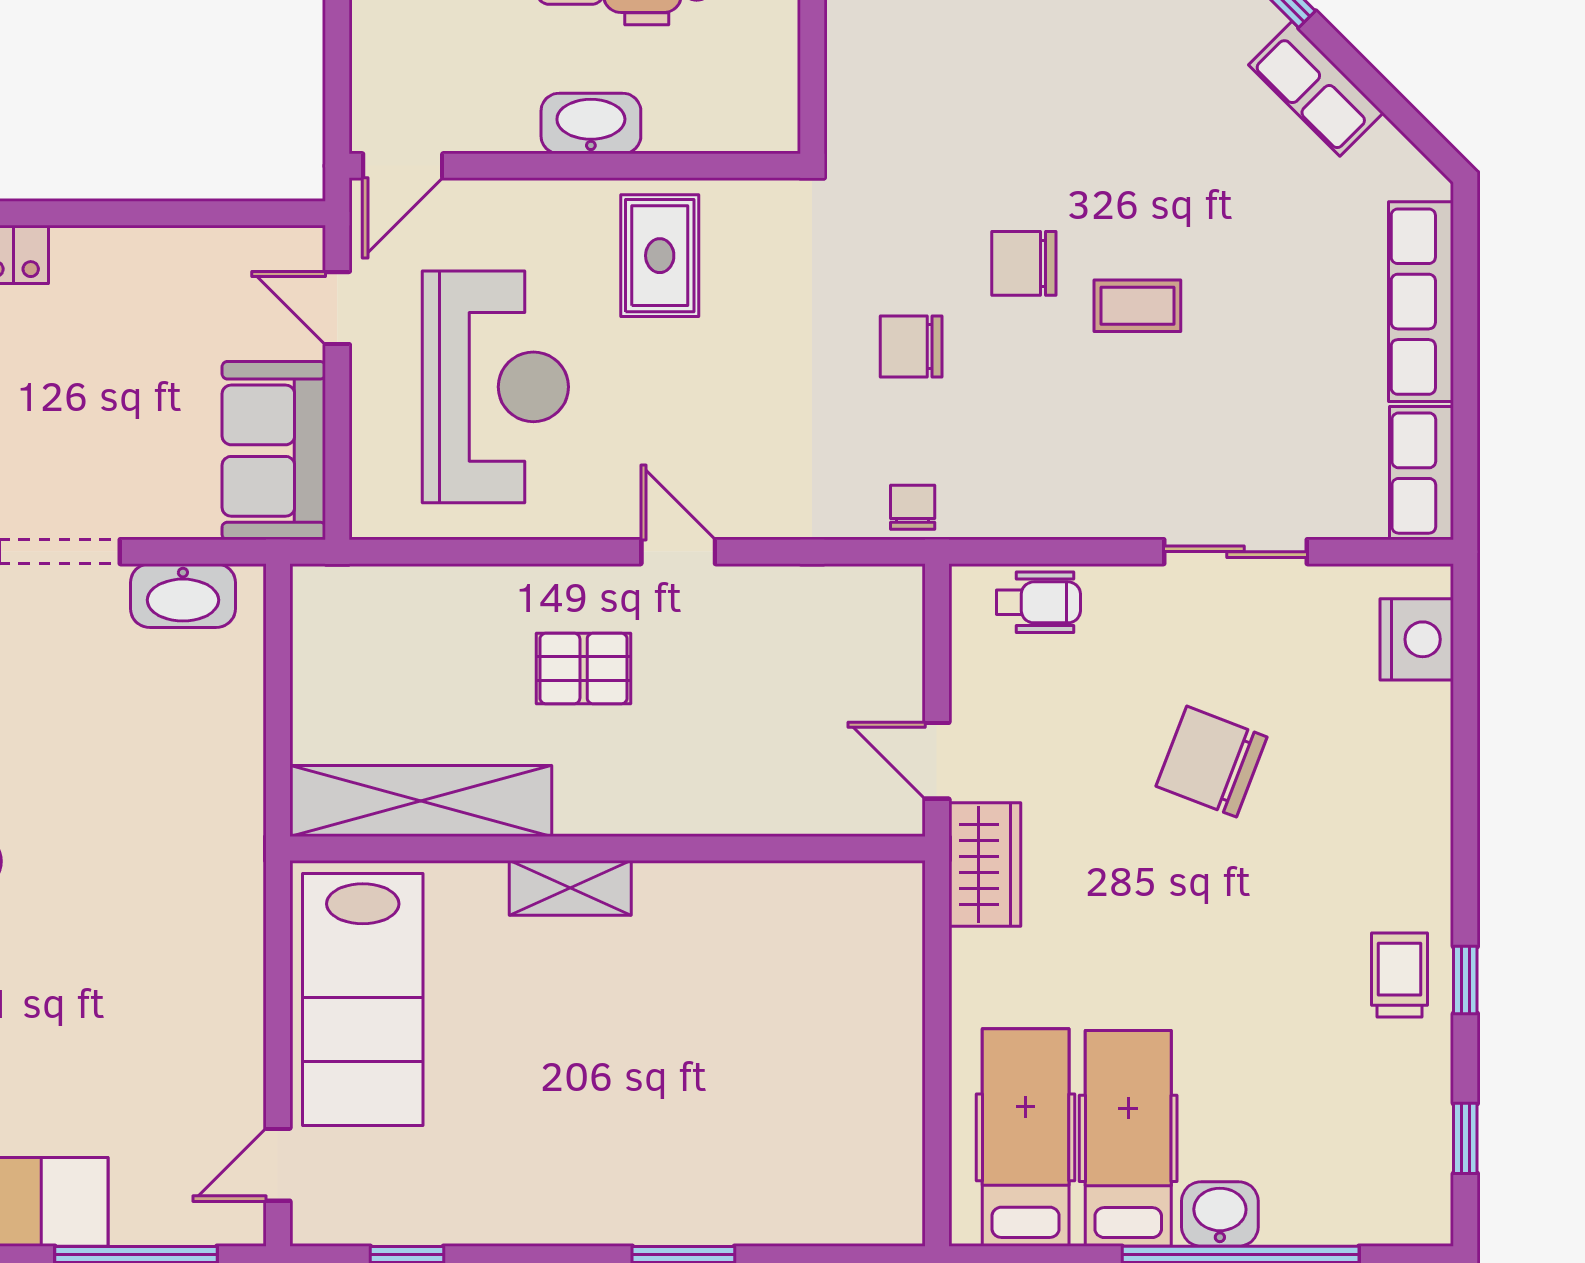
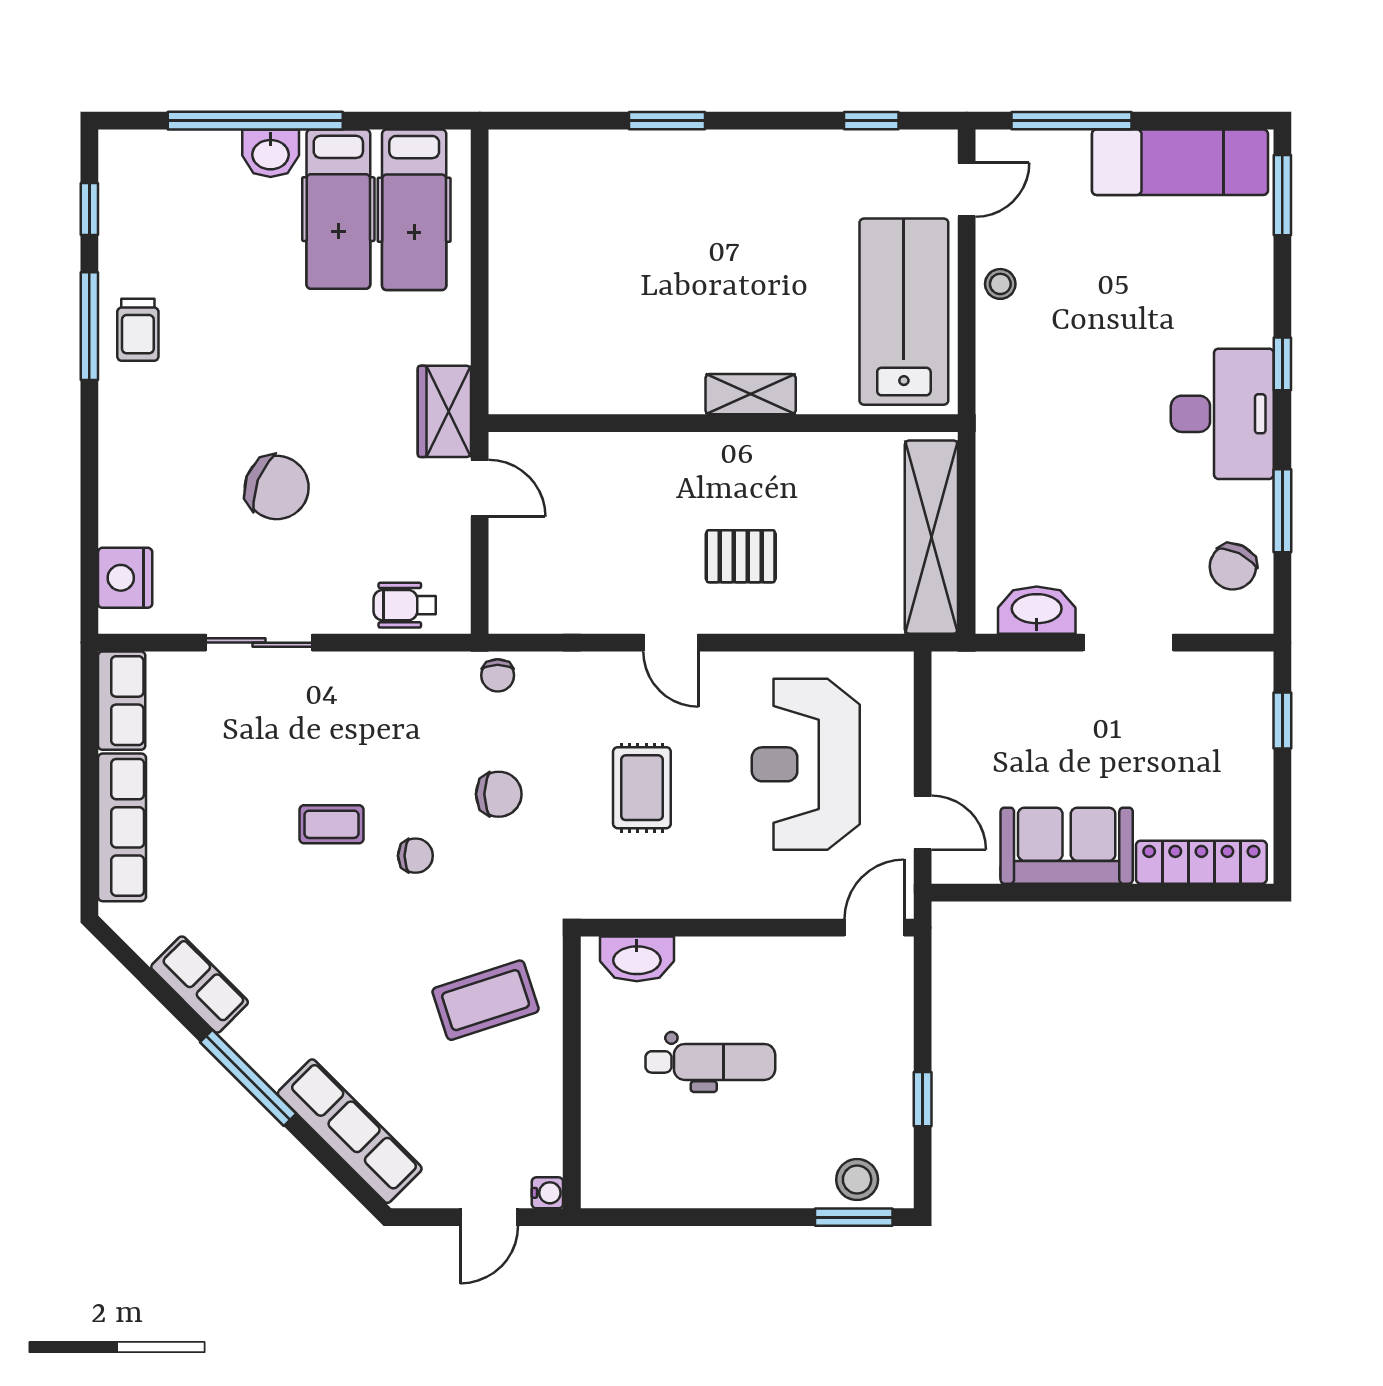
coffee table: (929, 68) -> (486, 1000), added
washbasin: (591, 124) -> (637, 959), moved
rug: (660, 256) -> (642, 788), moved
chair: (1024, 263) -> (415, 856), width x0.73, depth x0.73
sofa: (274, 451) -> (1067, 846), moved, turned -90
shelving: (421, 801) -> (931, 537), moved, turned 90
window: (1465, 980) -> (89, 326), width x2.17
stool: (232, 1037) -> (1000, 284), added

